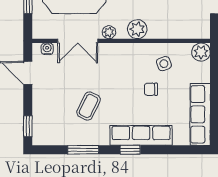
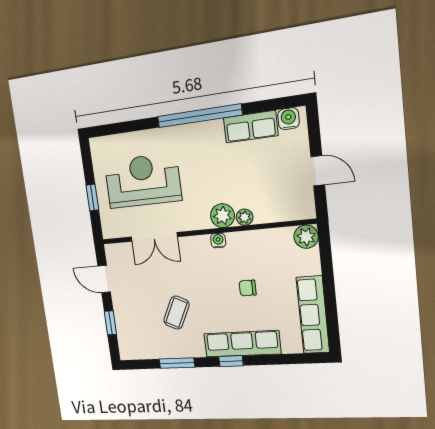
plant: (109, 32) -> (245, 217), moved
water cooler: (47, 49) -> (218, 241), moved
side table: (164, 64) -> (260, 255), removed
window: (28, 126) -> (110, 323), moved

